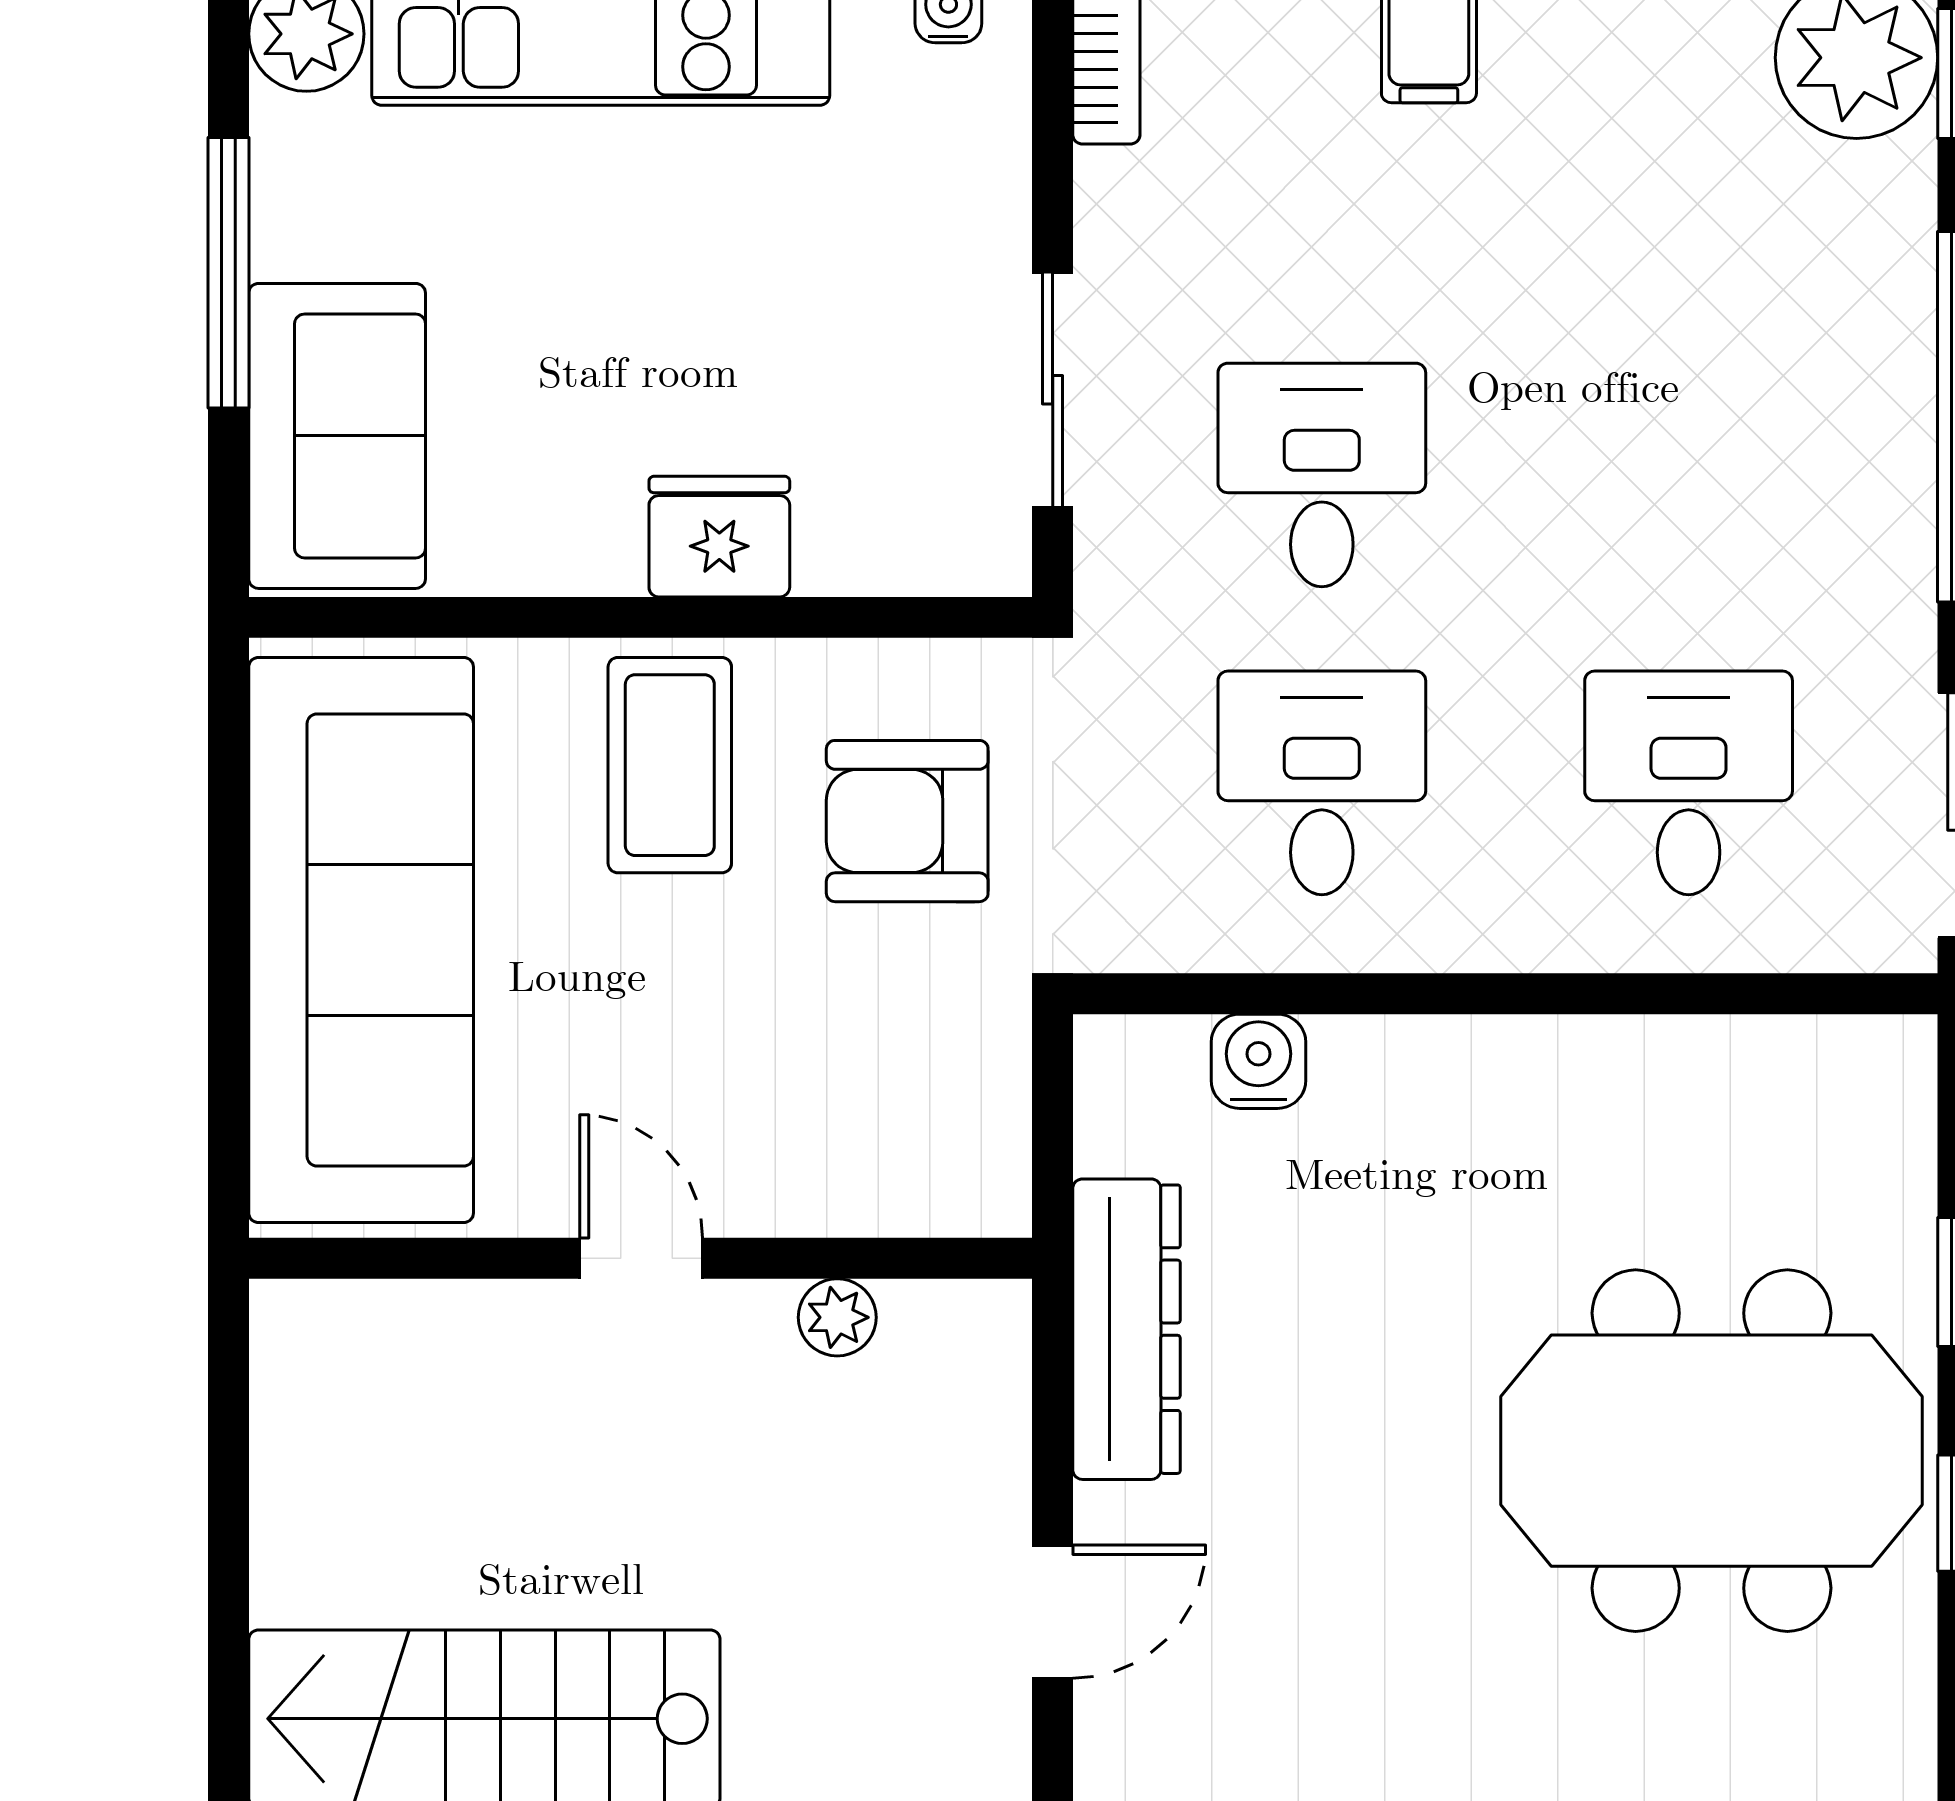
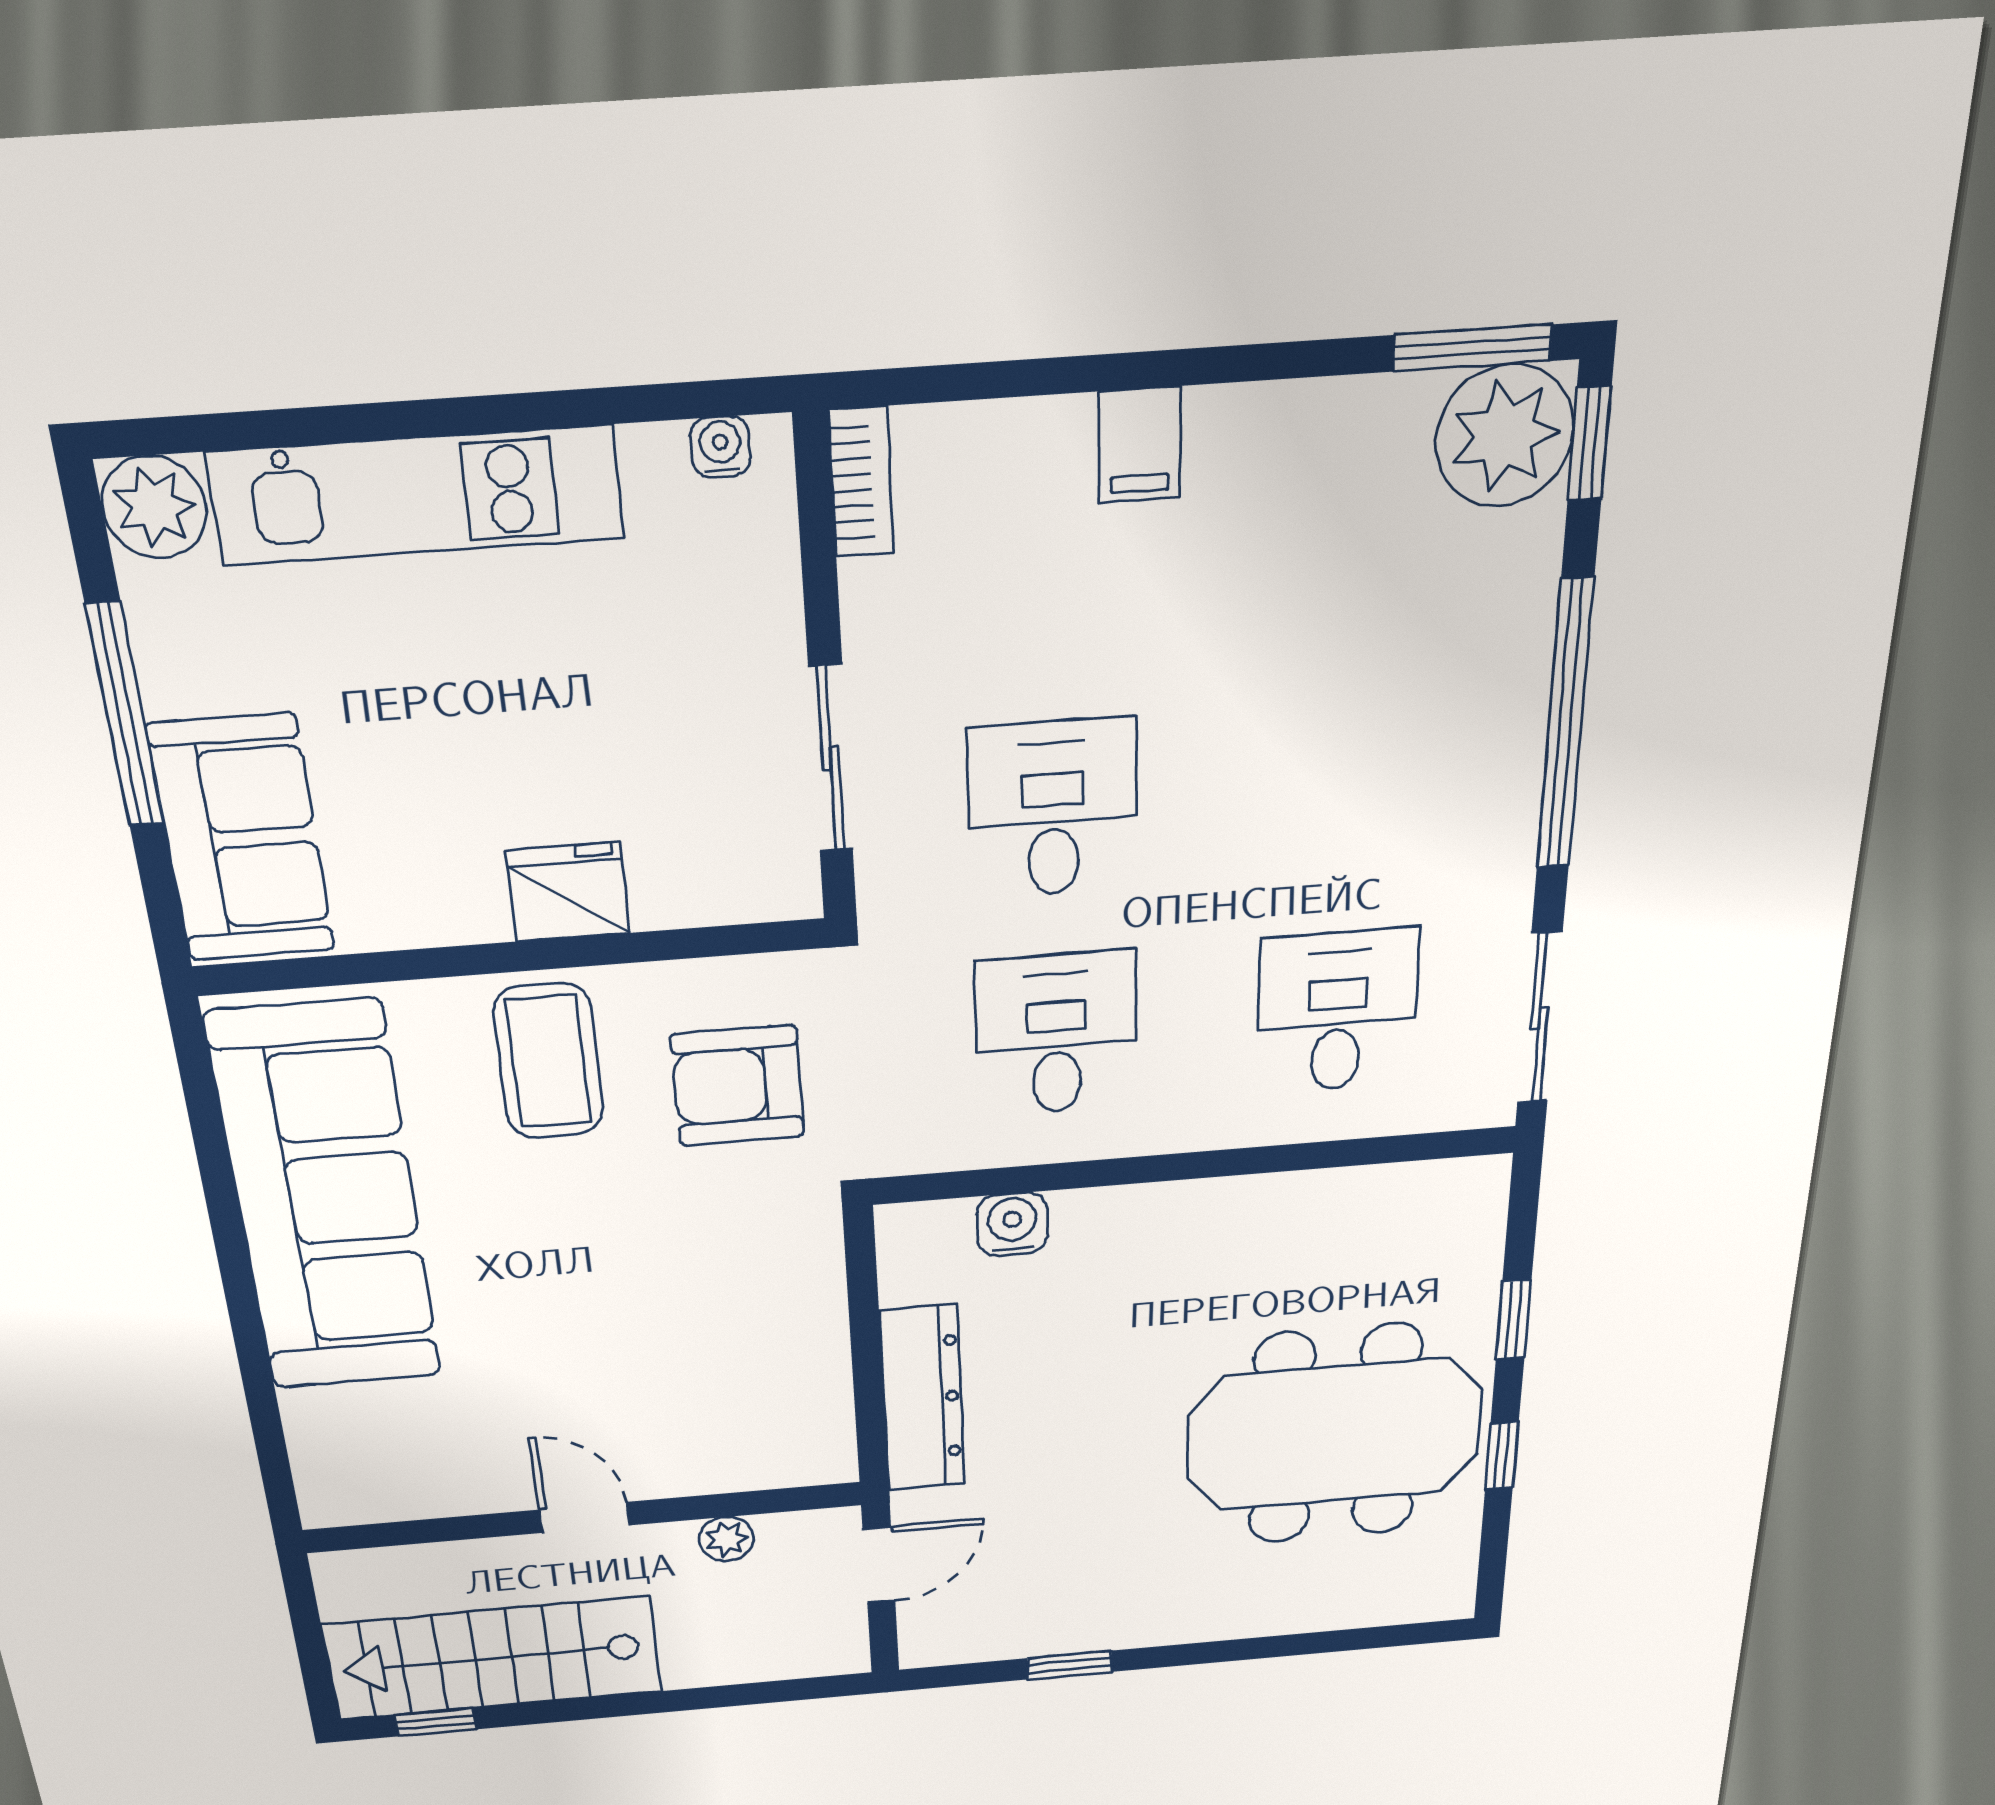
door: (641, 1258) -> (584, 1517), moved
wall: (641, 1258) -> (584, 1517), moved
plant: (837, 1317) -> (726, 1539), moved

